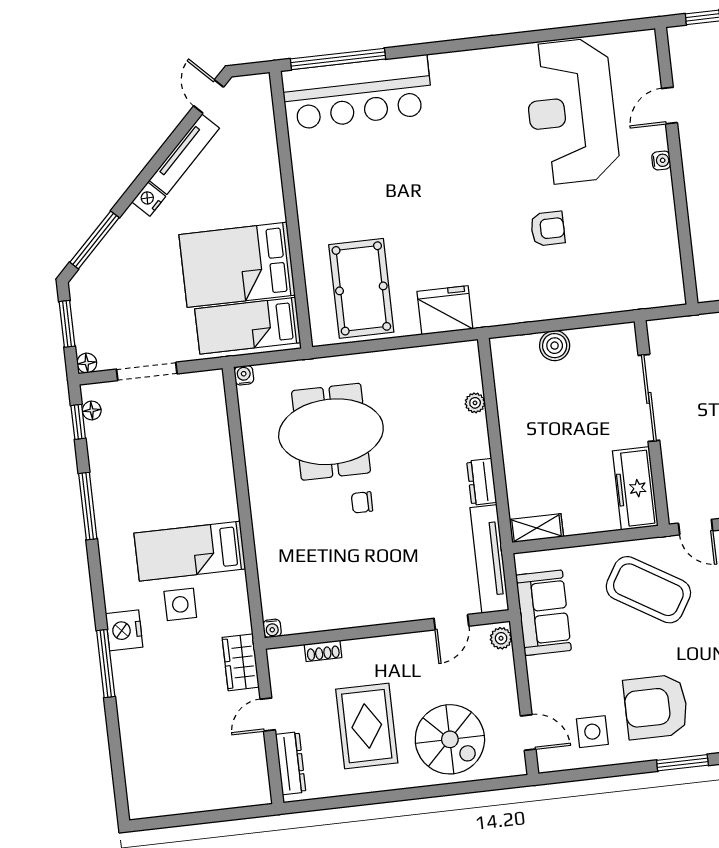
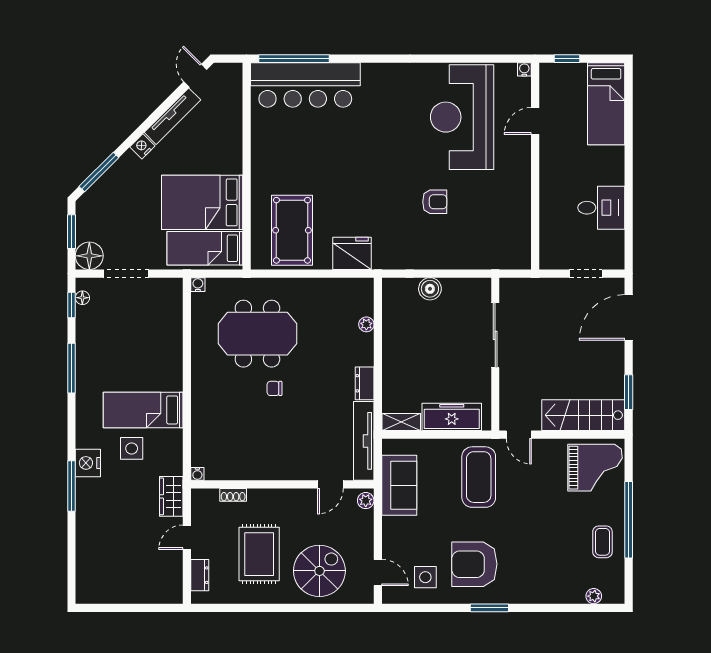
water cooler: (661, 160) -> (524, 69), moved, turned -90
floor lamp: (87, 363) -> (89, 256), width x1.89, depth x1.89
freezer: (635, 488) -> (452, 417), moved, turned 90
coffee table: (648, 590) -> (479, 477), turned 59
spiral stairs: (450, 739) -> (319, 571), turned -90
dresser: (291, 763) -> (200, 575), width x0.70

